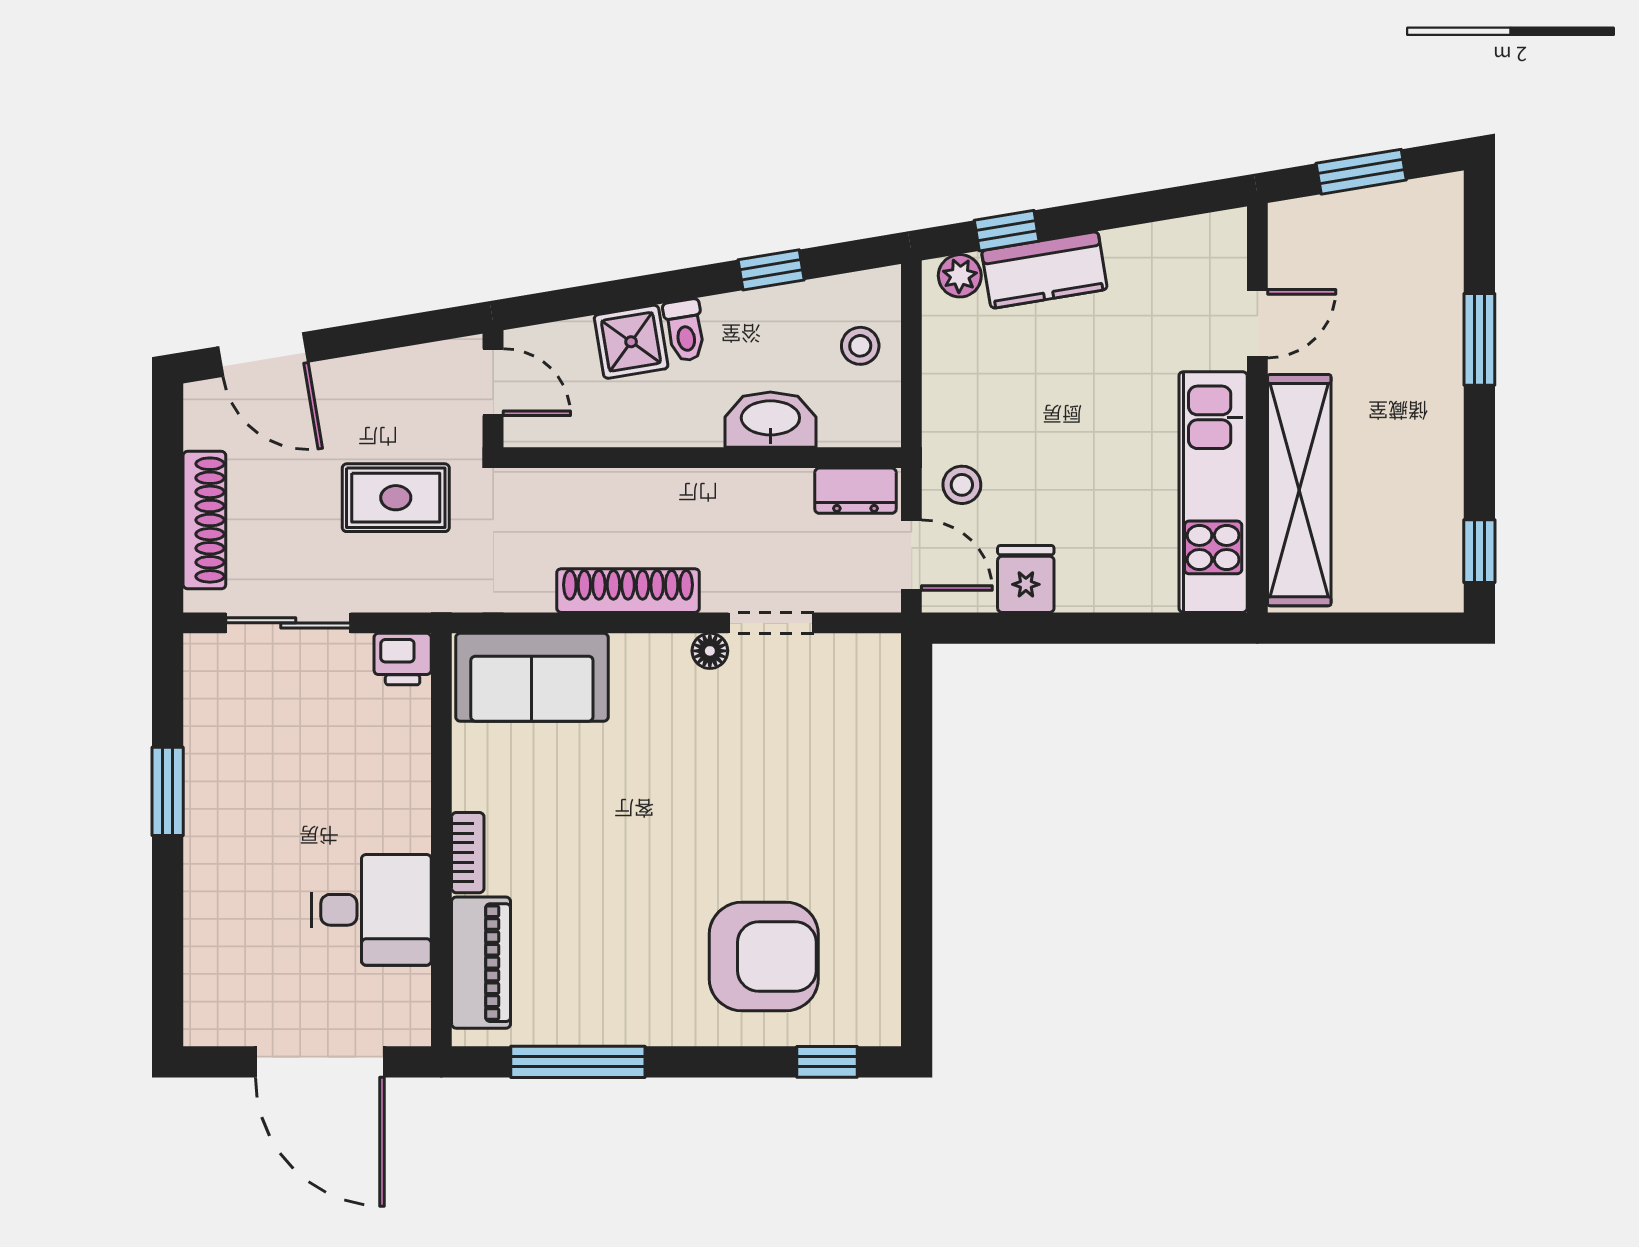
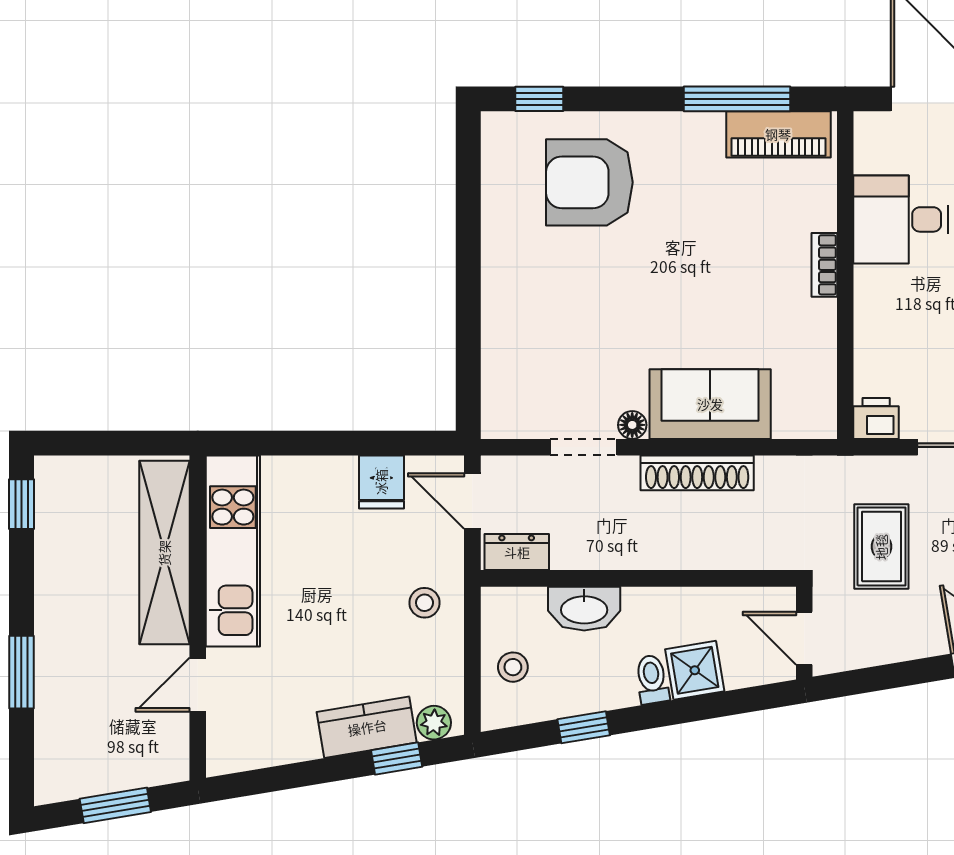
stool: (962, 485) -> (425, 603), moved
rug: (396, 498) -> (881, 547), turned 90
sofa: (532, 677) -> (710, 404), moved
piano: (481, 963) -> (778, 134), moved, turned -90

